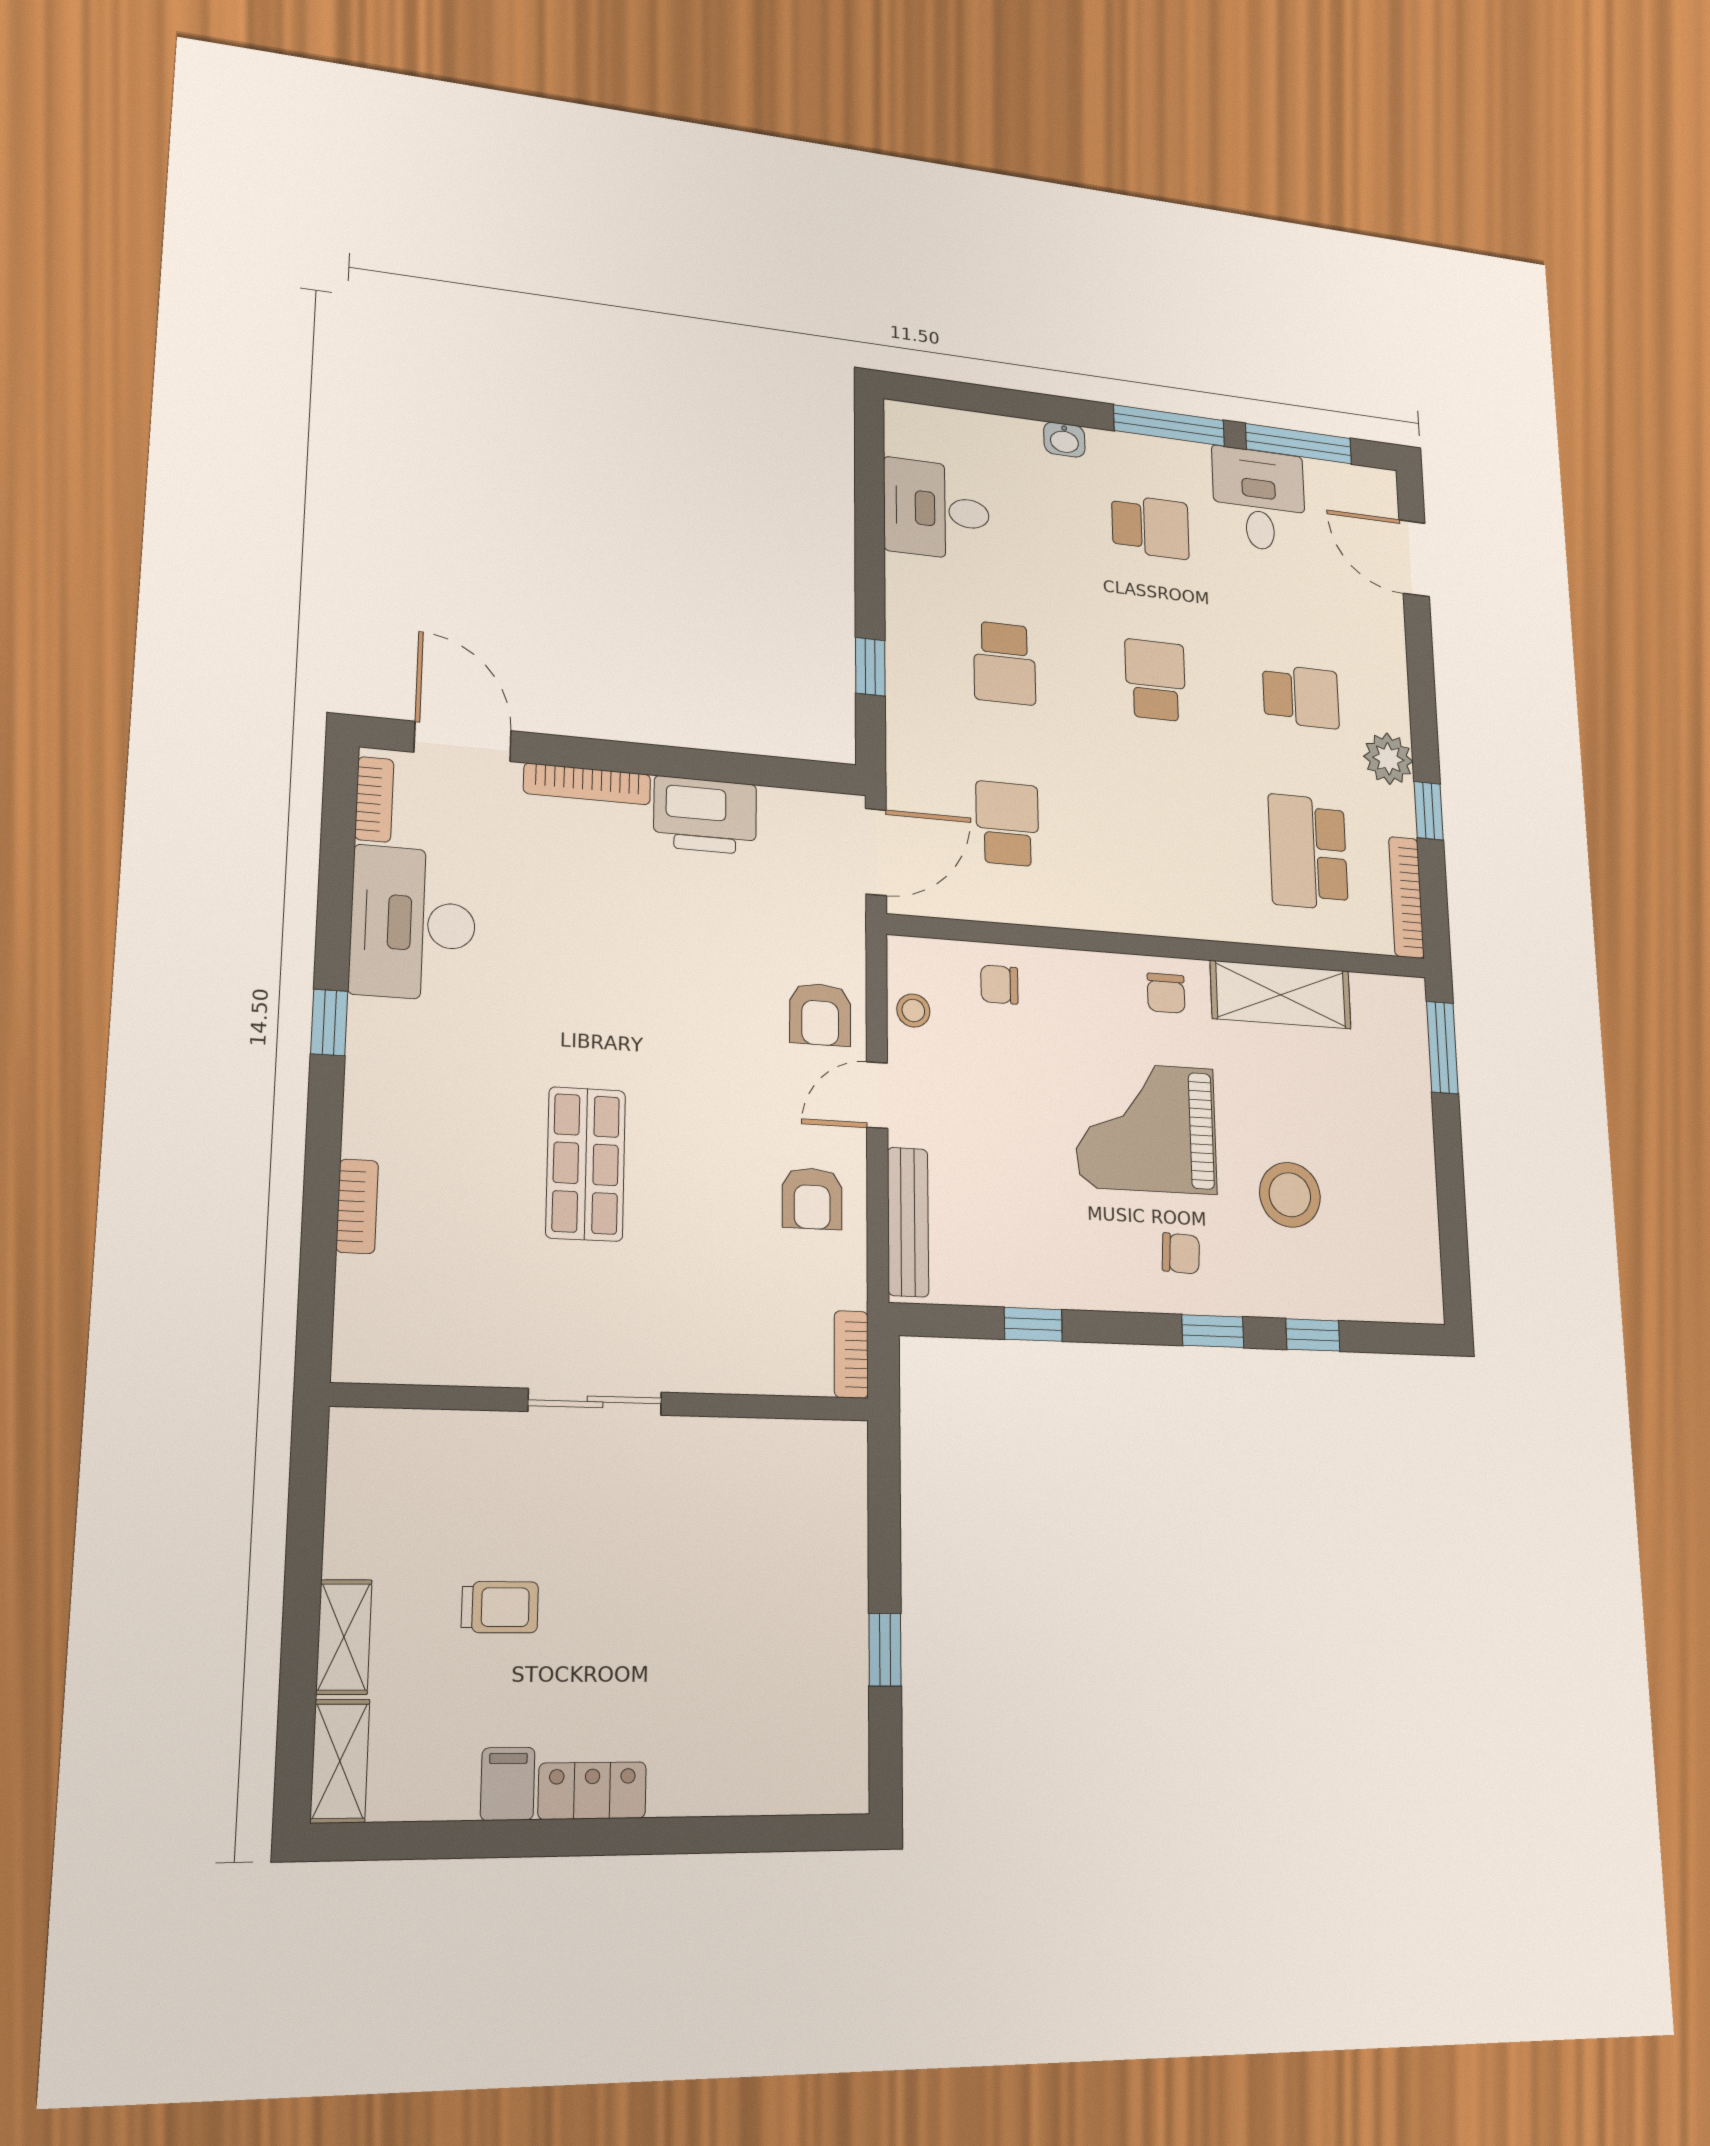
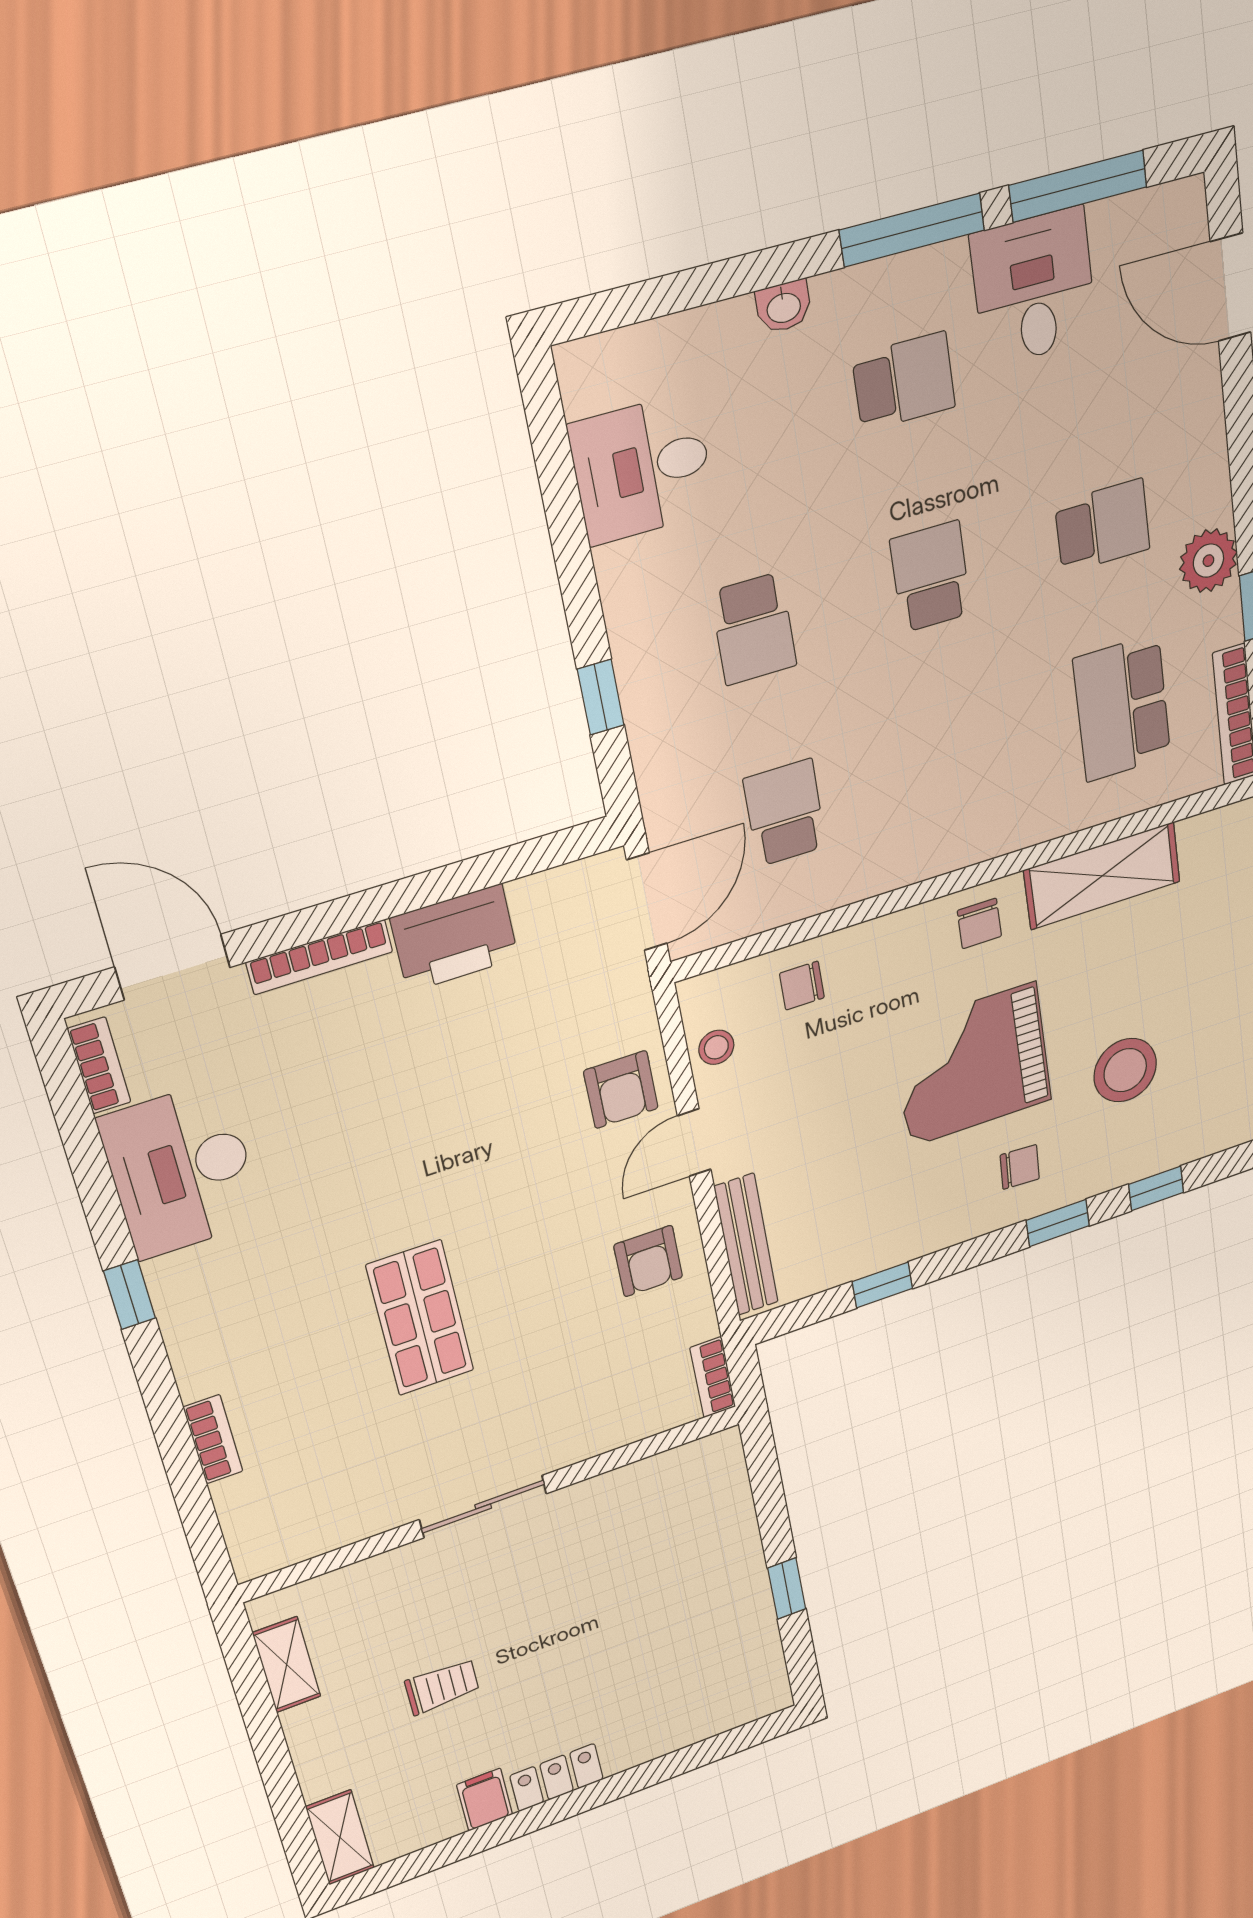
shelving: (344, 1637) -> (287, 1665), moved

